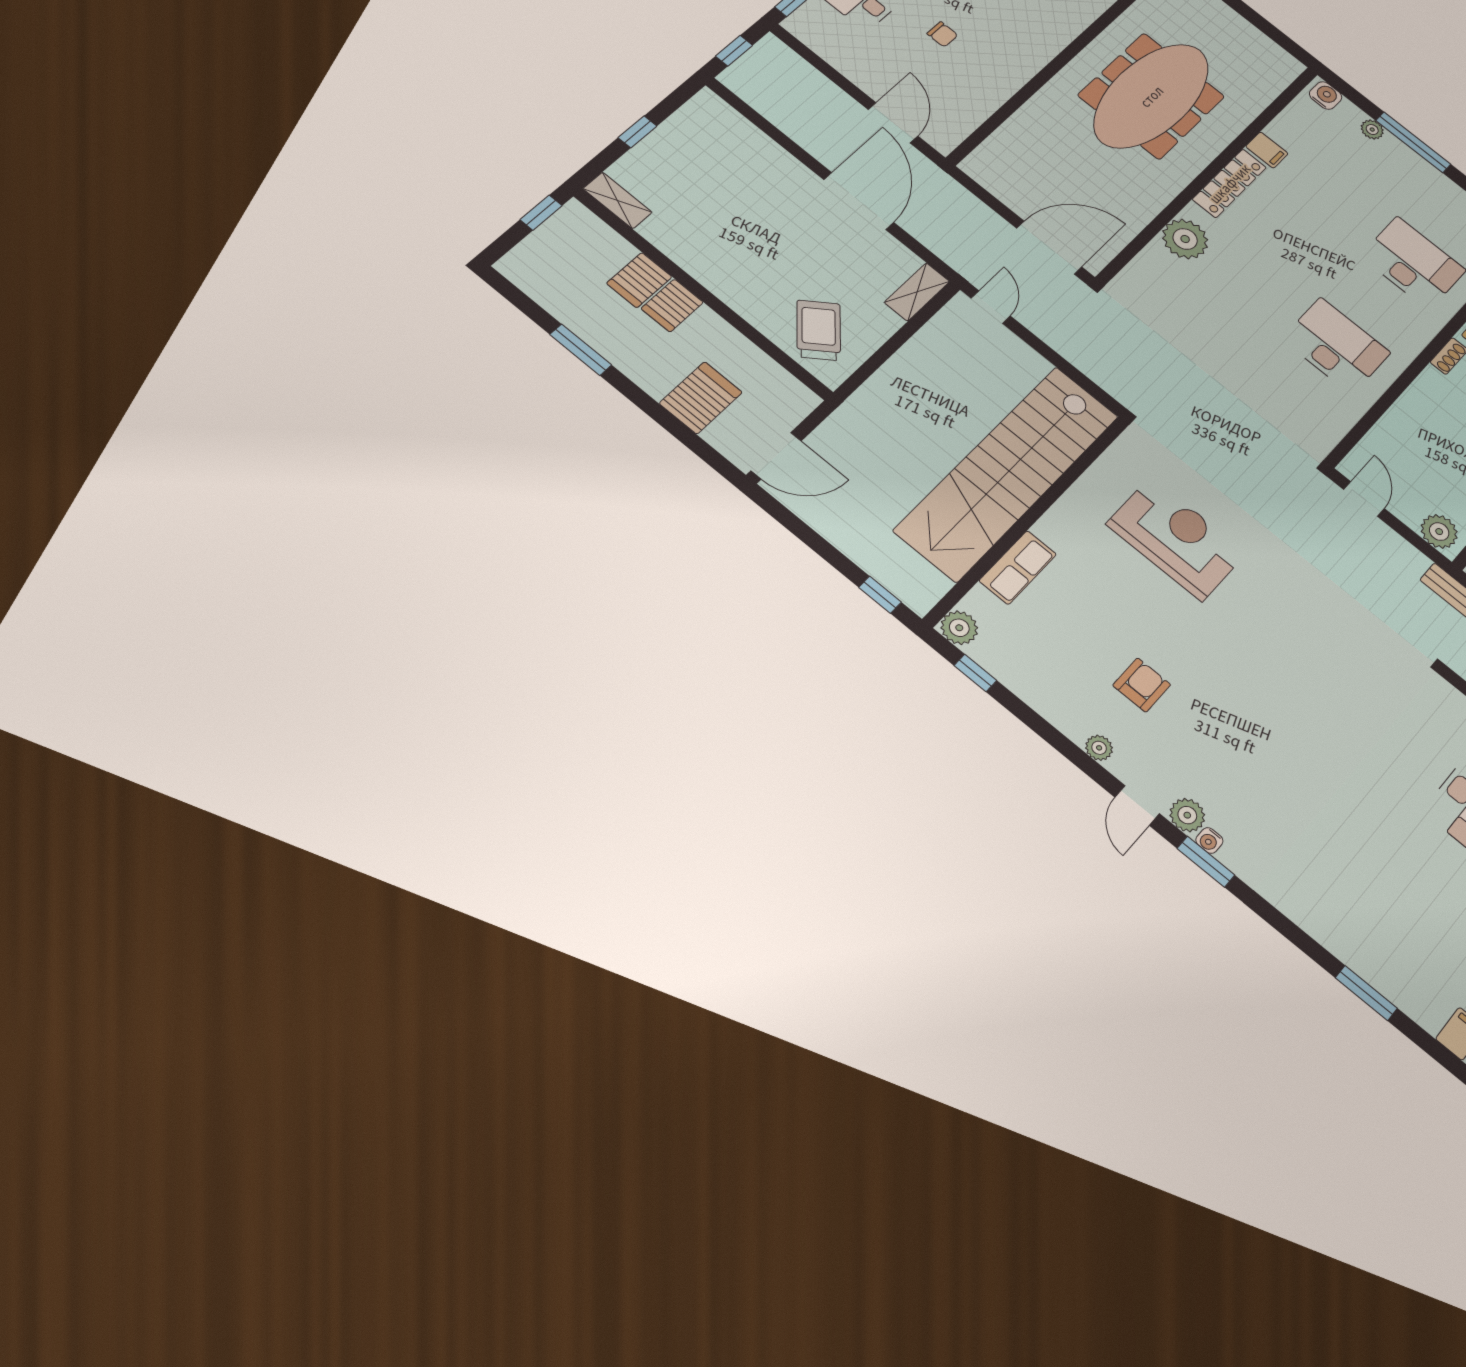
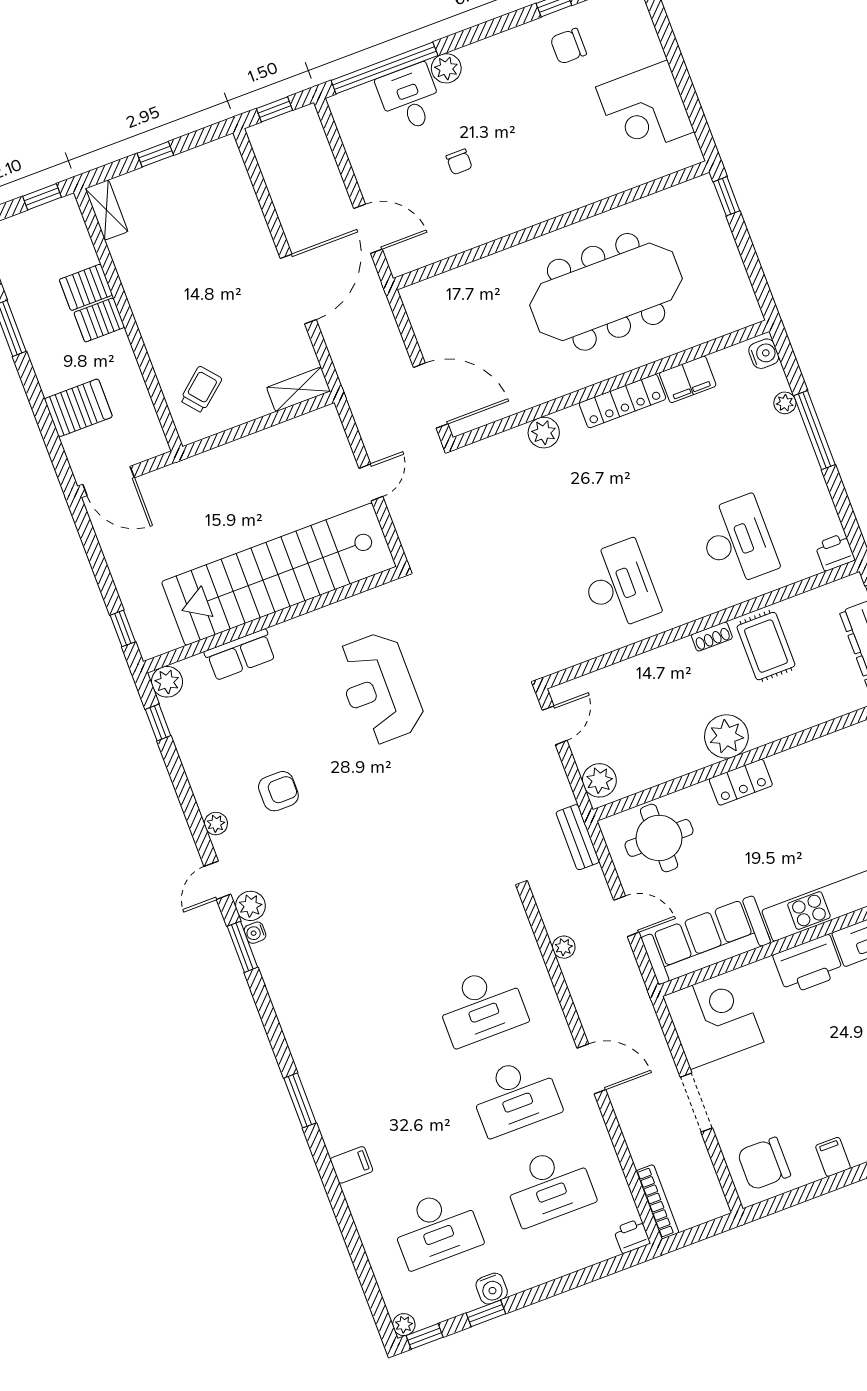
door: (893, 123) -> (368, 229), hinge flipped
filing cabinet: (1267, 150) -> (688, 379), width x2.00
plant: (1185, 239) -> (544, 433), width x0.73, depth x0.73
door: (991, 307) -> (371, 482), moved
trolley: (819, 330) -> (201, 390), width x0.73, depth x0.72
reception desk: (1176, 539) -> (379, 688), turned 180

